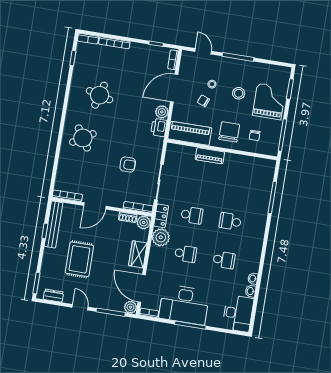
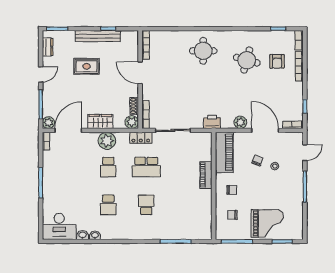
stool: (239, 93) -> (270, 193), removed
printer: (159, 128) -> (212, 122), moved
chair: (229, 132) -> (232, 190), width x0.54, depth x0.54
round table: (83, 138) -> (203, 51), turned 32
armchair: (128, 165) -> (277, 61), moved
school desk: (192, 215) -> (146, 167), width x1.85
bench: (53, 224) -> (98, 36), moved
plant: (161, 237) -> (107, 141), moved
rug: (79, 259) -> (87, 66), width x0.73, depth x0.70
desk: (184, 305) -> (59, 174), removed

